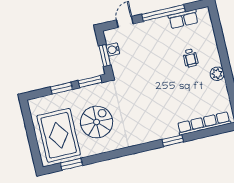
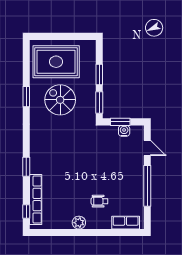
row of seats: (183, 19) -> (126, 223), moved, turned 90
spiral stairs: (97, 122) -> (60, 100), turned 180
window: (218, 130) -> (26, 212), added
window: (71, 164) -> (26, 97), moved

